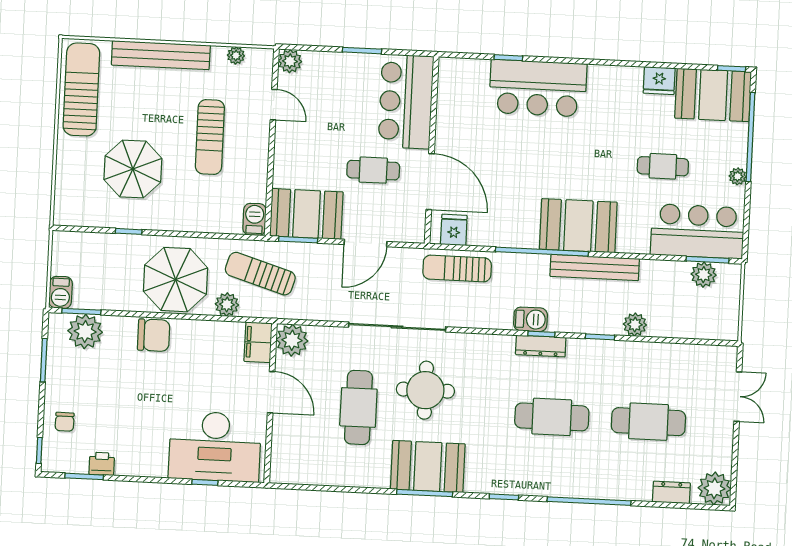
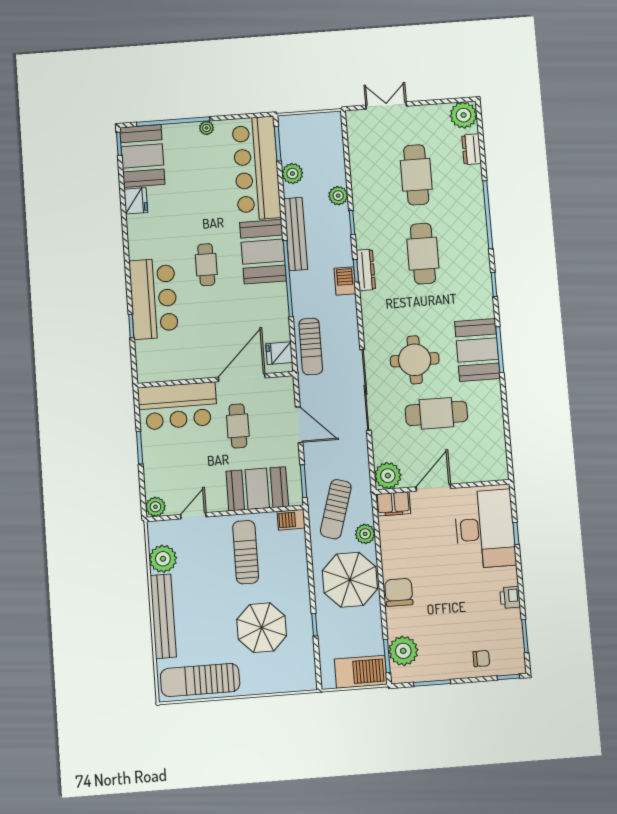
plant: (236, 55) -> (163, 559), width x1.88, depth x1.88
sun lounger: (210, 137) -> (246, 552), moved, turned -90
cafe table: (663, 166) -> (206, 265), moved
booth: (307, 214) -> (257, 489), moved, turned 90
bar counter: (697, 231) -> (256, 168), width x1.36
plant: (704, 275) -> (292, 174), moved
barbecue: (61, 292) -> (361, 672), width x1.88, depth x1.53
printer: (102, 464) -> (510, 597), moved

